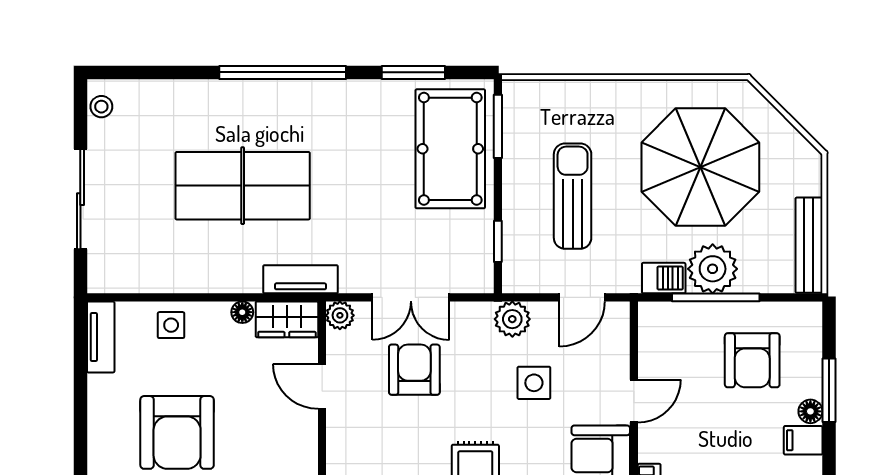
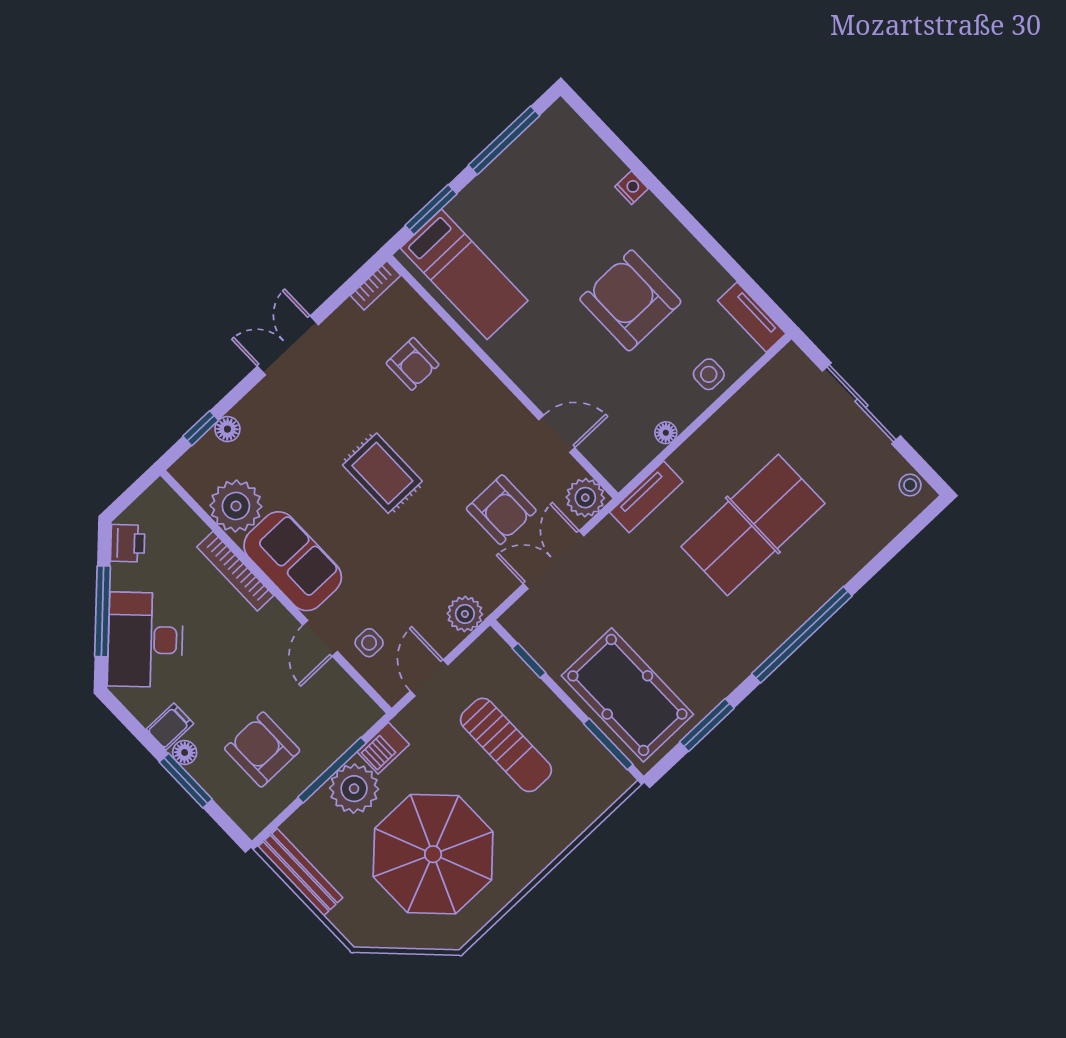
plant: (340, 315) -> (585, 498), width x1.38, depth x1.38
wardrobe: (287, 319) -> (628, 458), removed
side table: (534, 383) -> (369, 643), moved, width x0.73, depth x0.73

